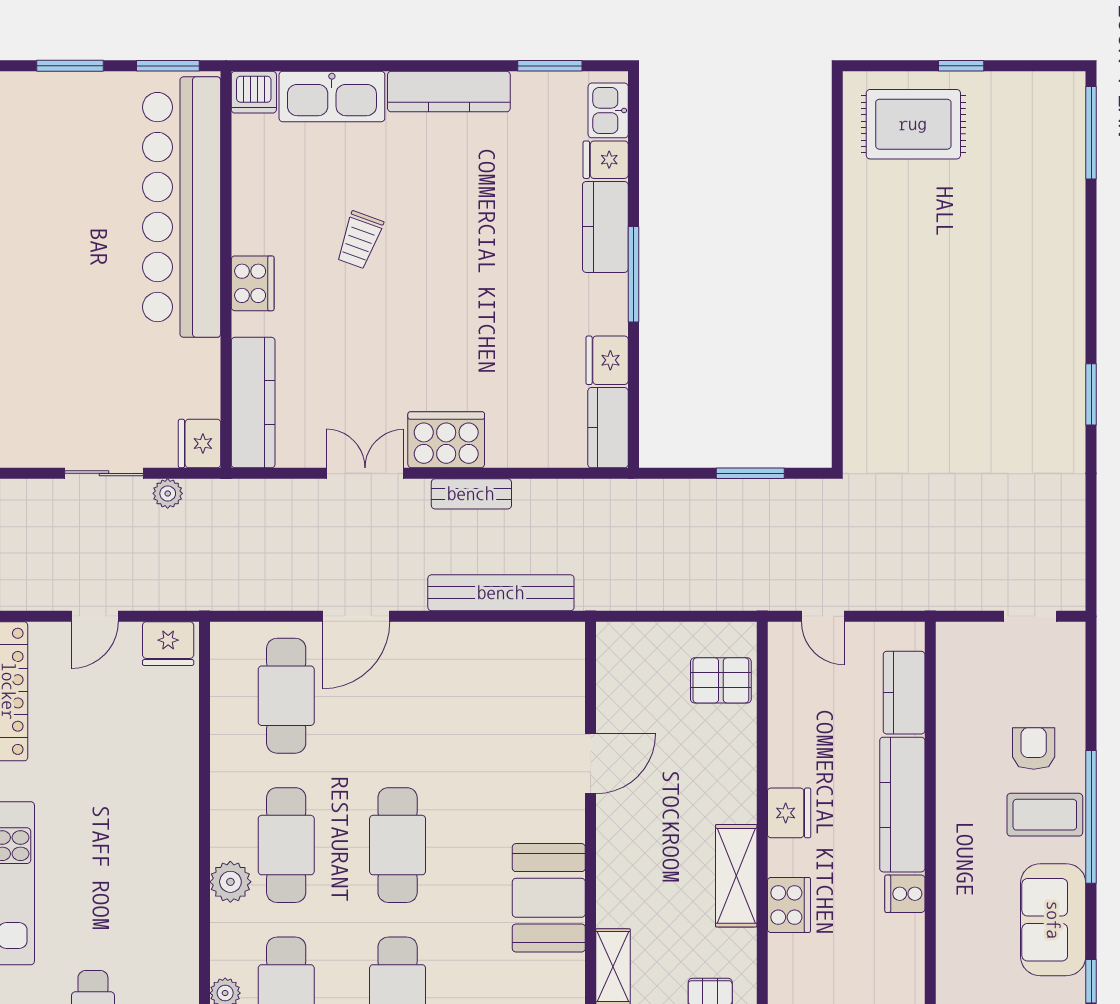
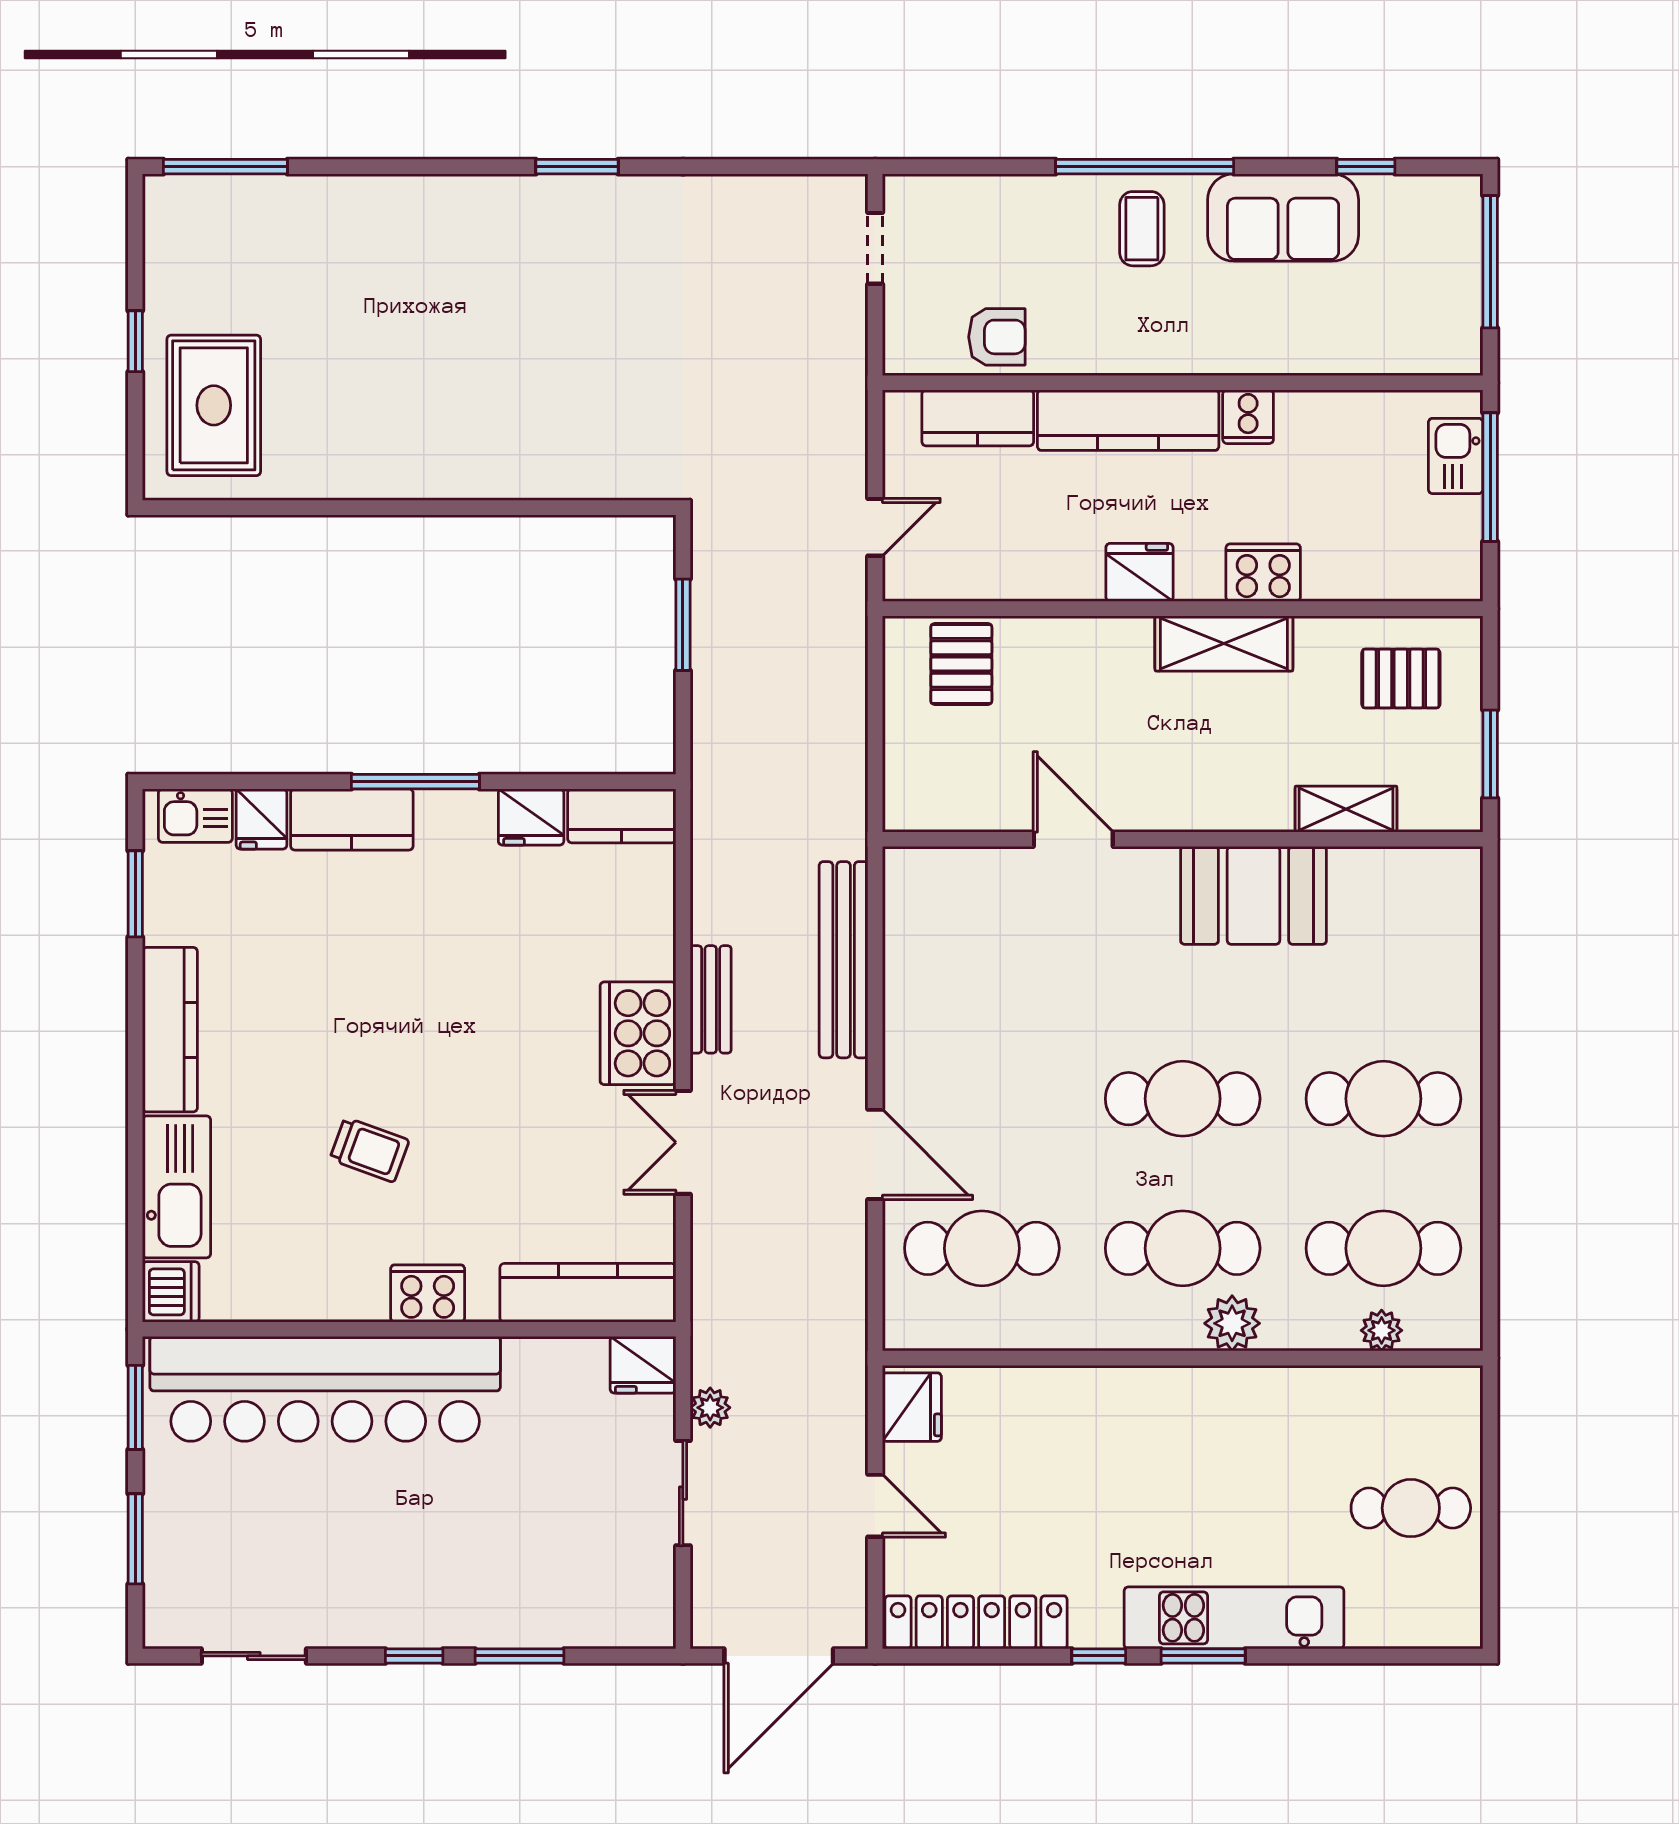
armchair: (1034, 749) -> (997, 337), moved, turned 180
coffee table: (1045, 815) -> (1142, 229), width x0.73, depth x0.77

